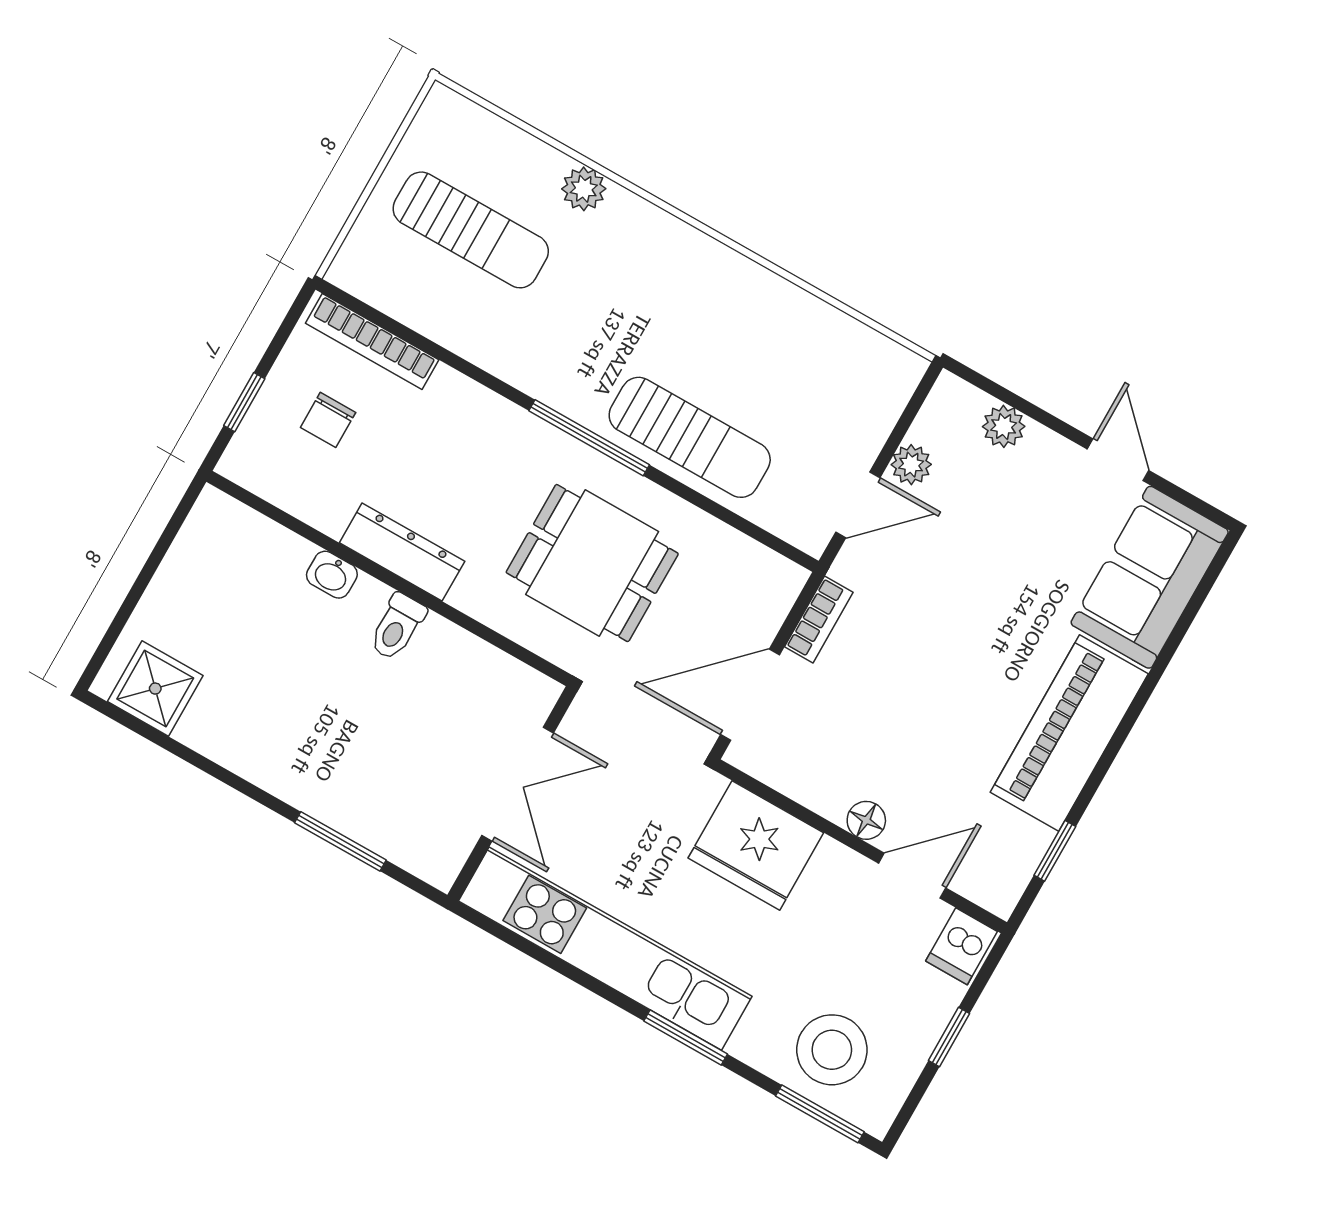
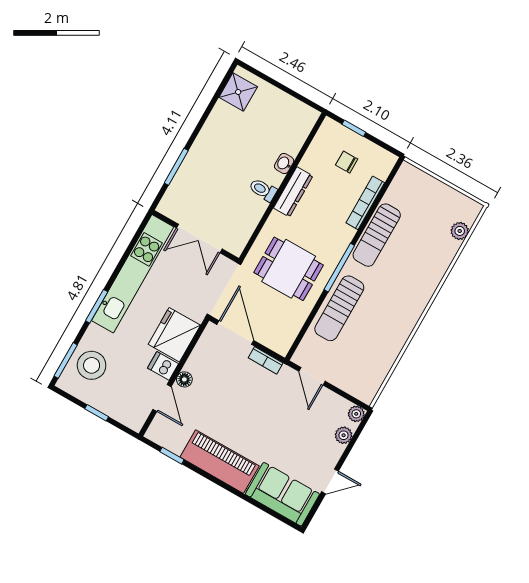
plant: (584, 189) -> (460, 231), moved
sun lounger: (471, 230) -> (377, 235), moved
bookcase: (372, 341) -> (365, 203), moved
plant: (911, 465) -> (356, 414), moved
dining table: (592, 563) -> (289, 269), turned 90
dishwasher: (961, 946) -> (163, 366), moved

